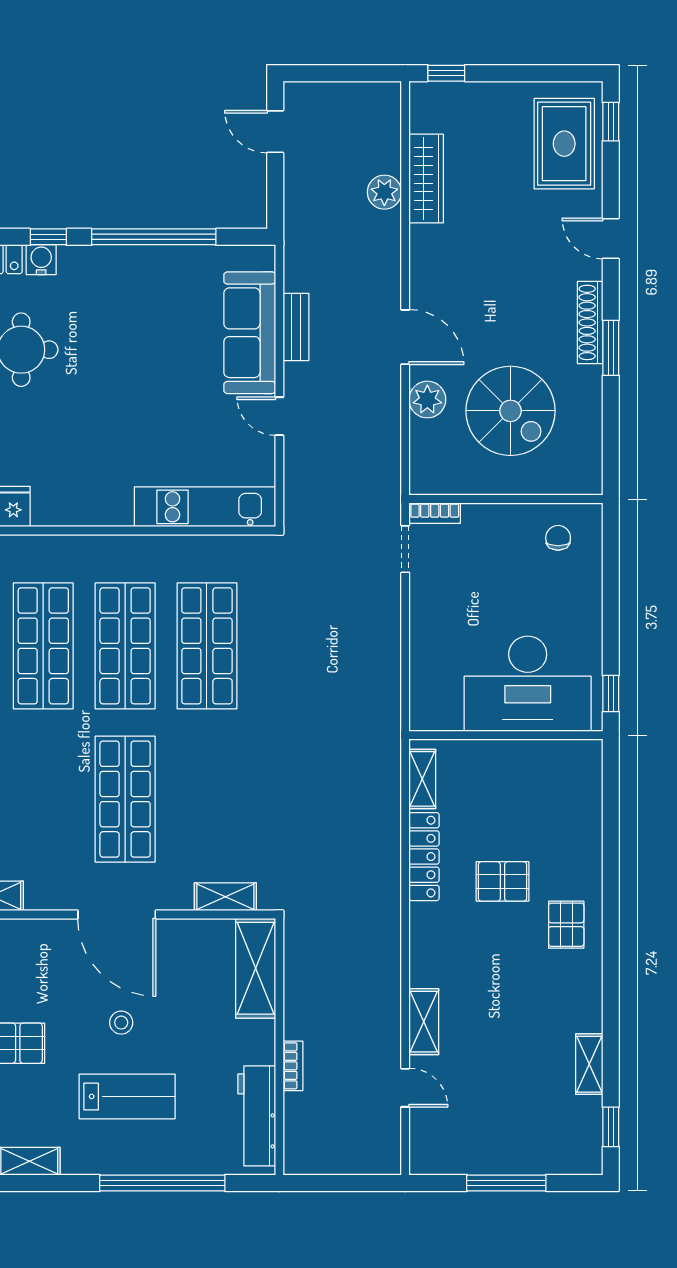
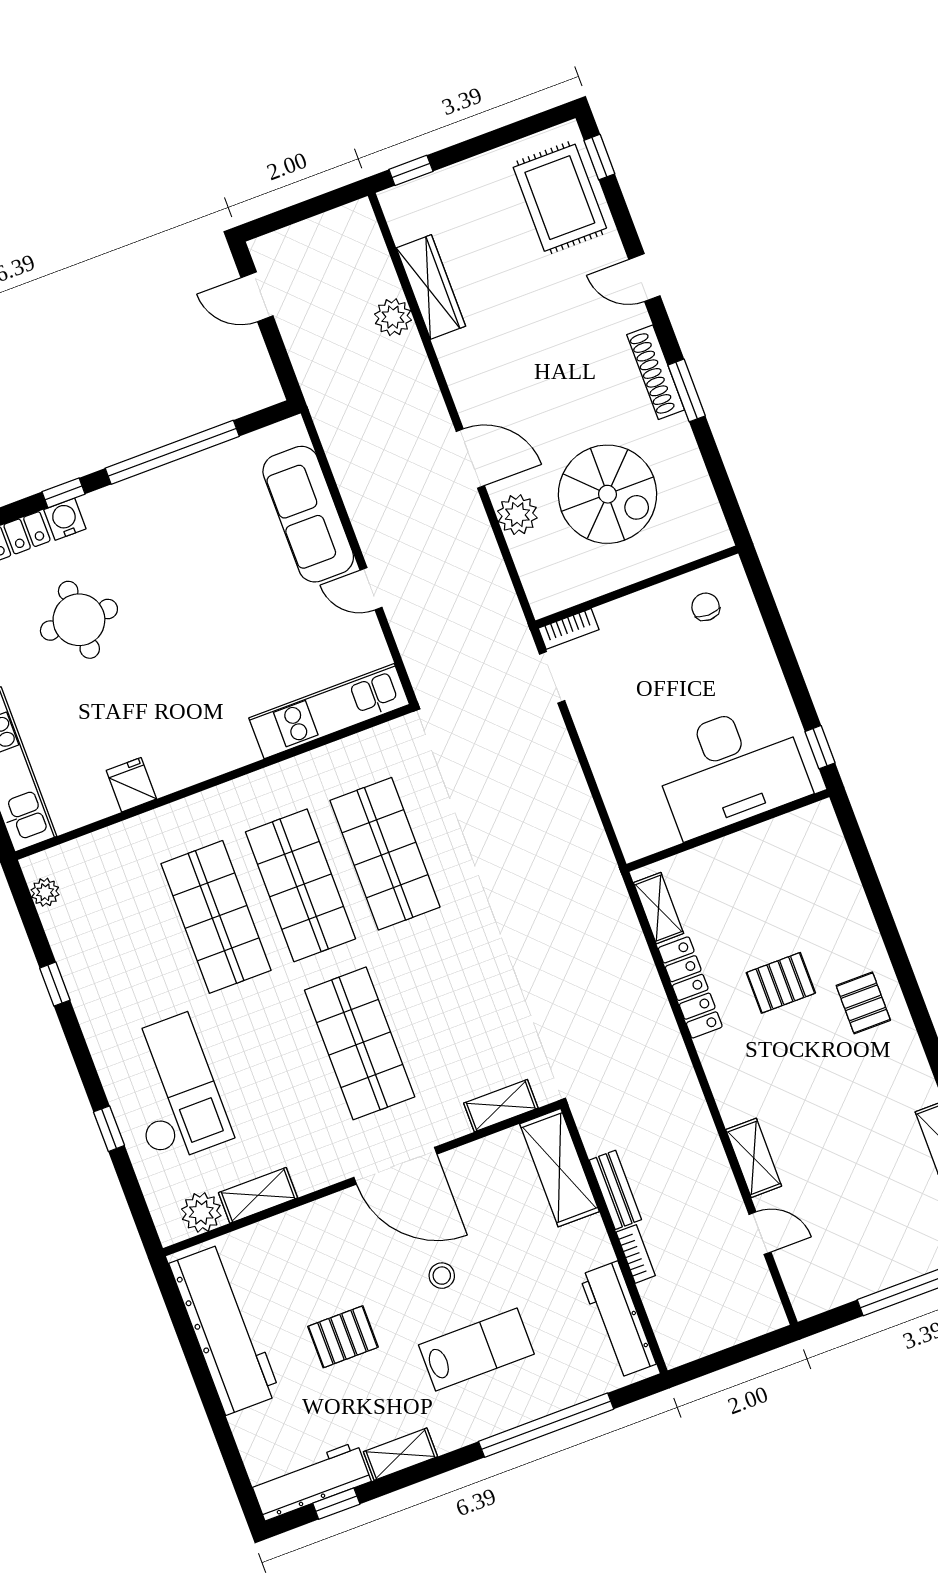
bench: (296, 327) -> (615, 1190), moved

